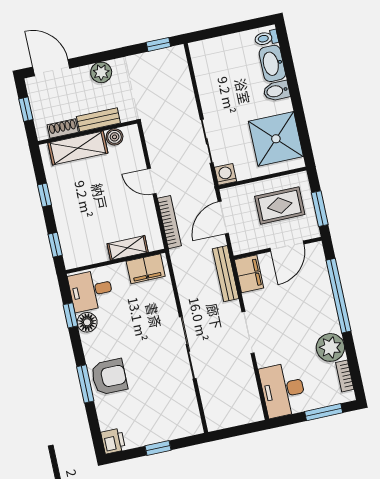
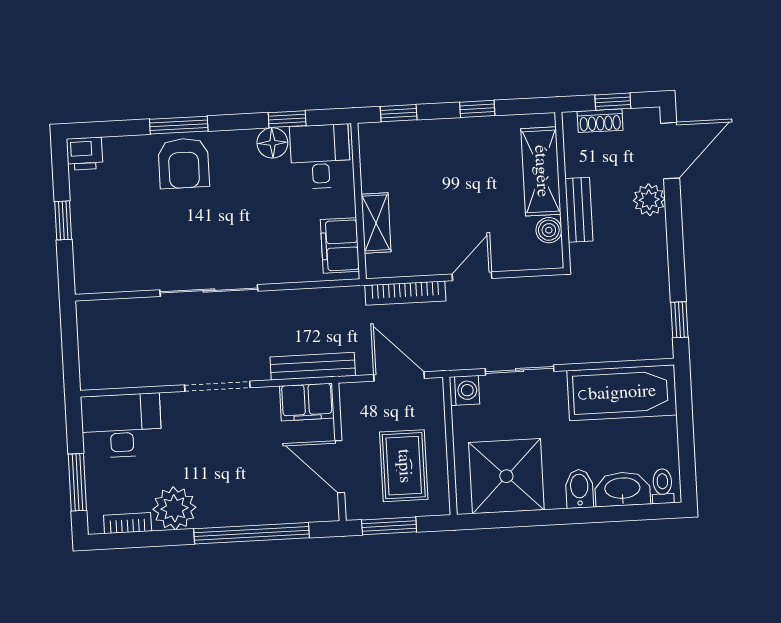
plant: (101, 72) -> (649, 200), moved
bathtub: (211, 74) -> (622, 393), added
shoe rack: (63, 128) -> (600, 121), moved, turned 90

